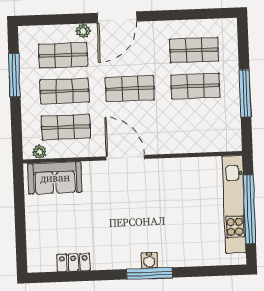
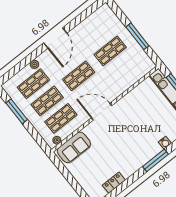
door: (117, 17) -> (55, 38), moved
shop shelf: (194, 50) -> (96, 34), removed
water cooler: (149, 260) -> (165, 143), moved

